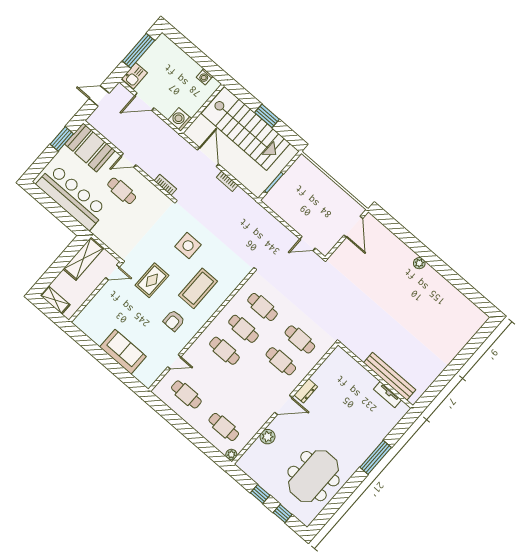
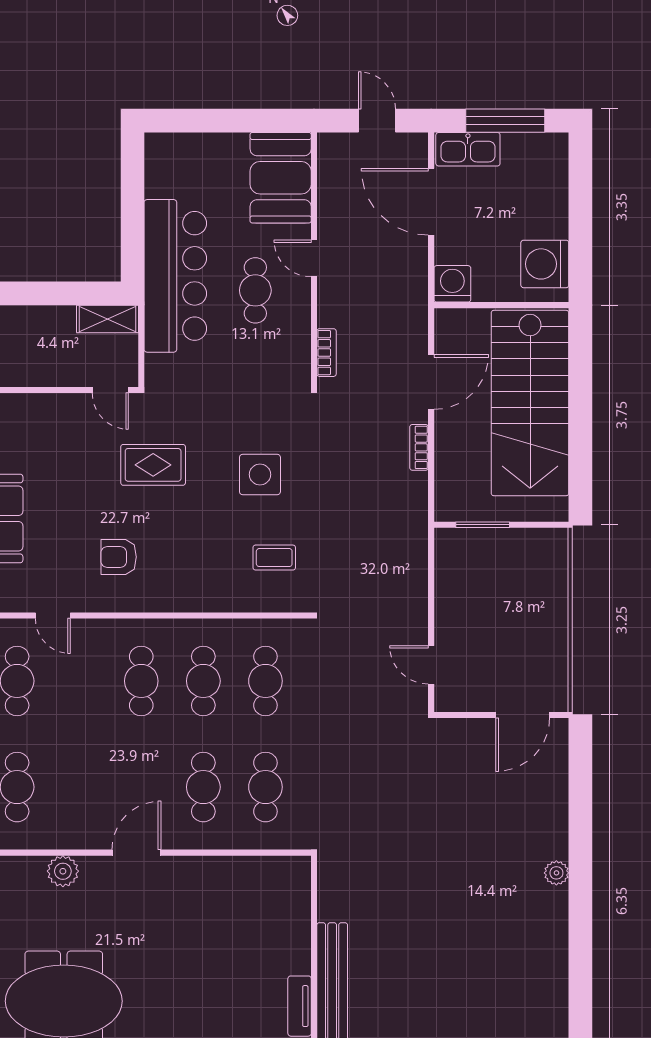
kitchen sink: (134, 76) -> (468, 149), width x1.38
washing machine: (205, 77) -> (545, 264), width x1.89, depth x1.89
door: (144, 102) -> (431, 202), width x1.36
window: (267, 116) -> (580, 420), removed
window: (62, 139) -> (255, 121), removed
bar counter: (72, 197) -> (175, 276), moved
shelving: (83, 259) -> (108, 319), width x0.67, depth x0.75
coffee table: (198, 288) -> (274, 558), moved, width x0.54, depth x0.58
dresser: (306, 391) -> (191, 869), removed
door: (283, 405) -> (136, 853), swing flipped

